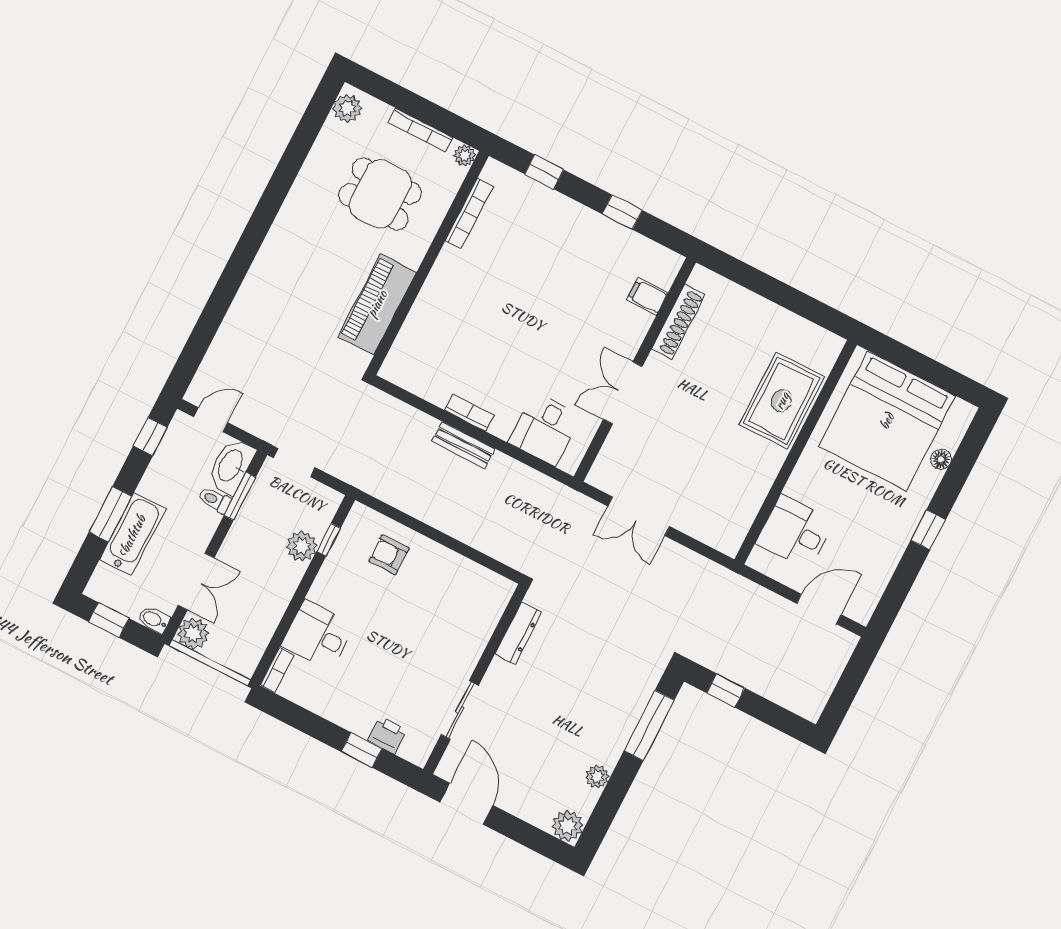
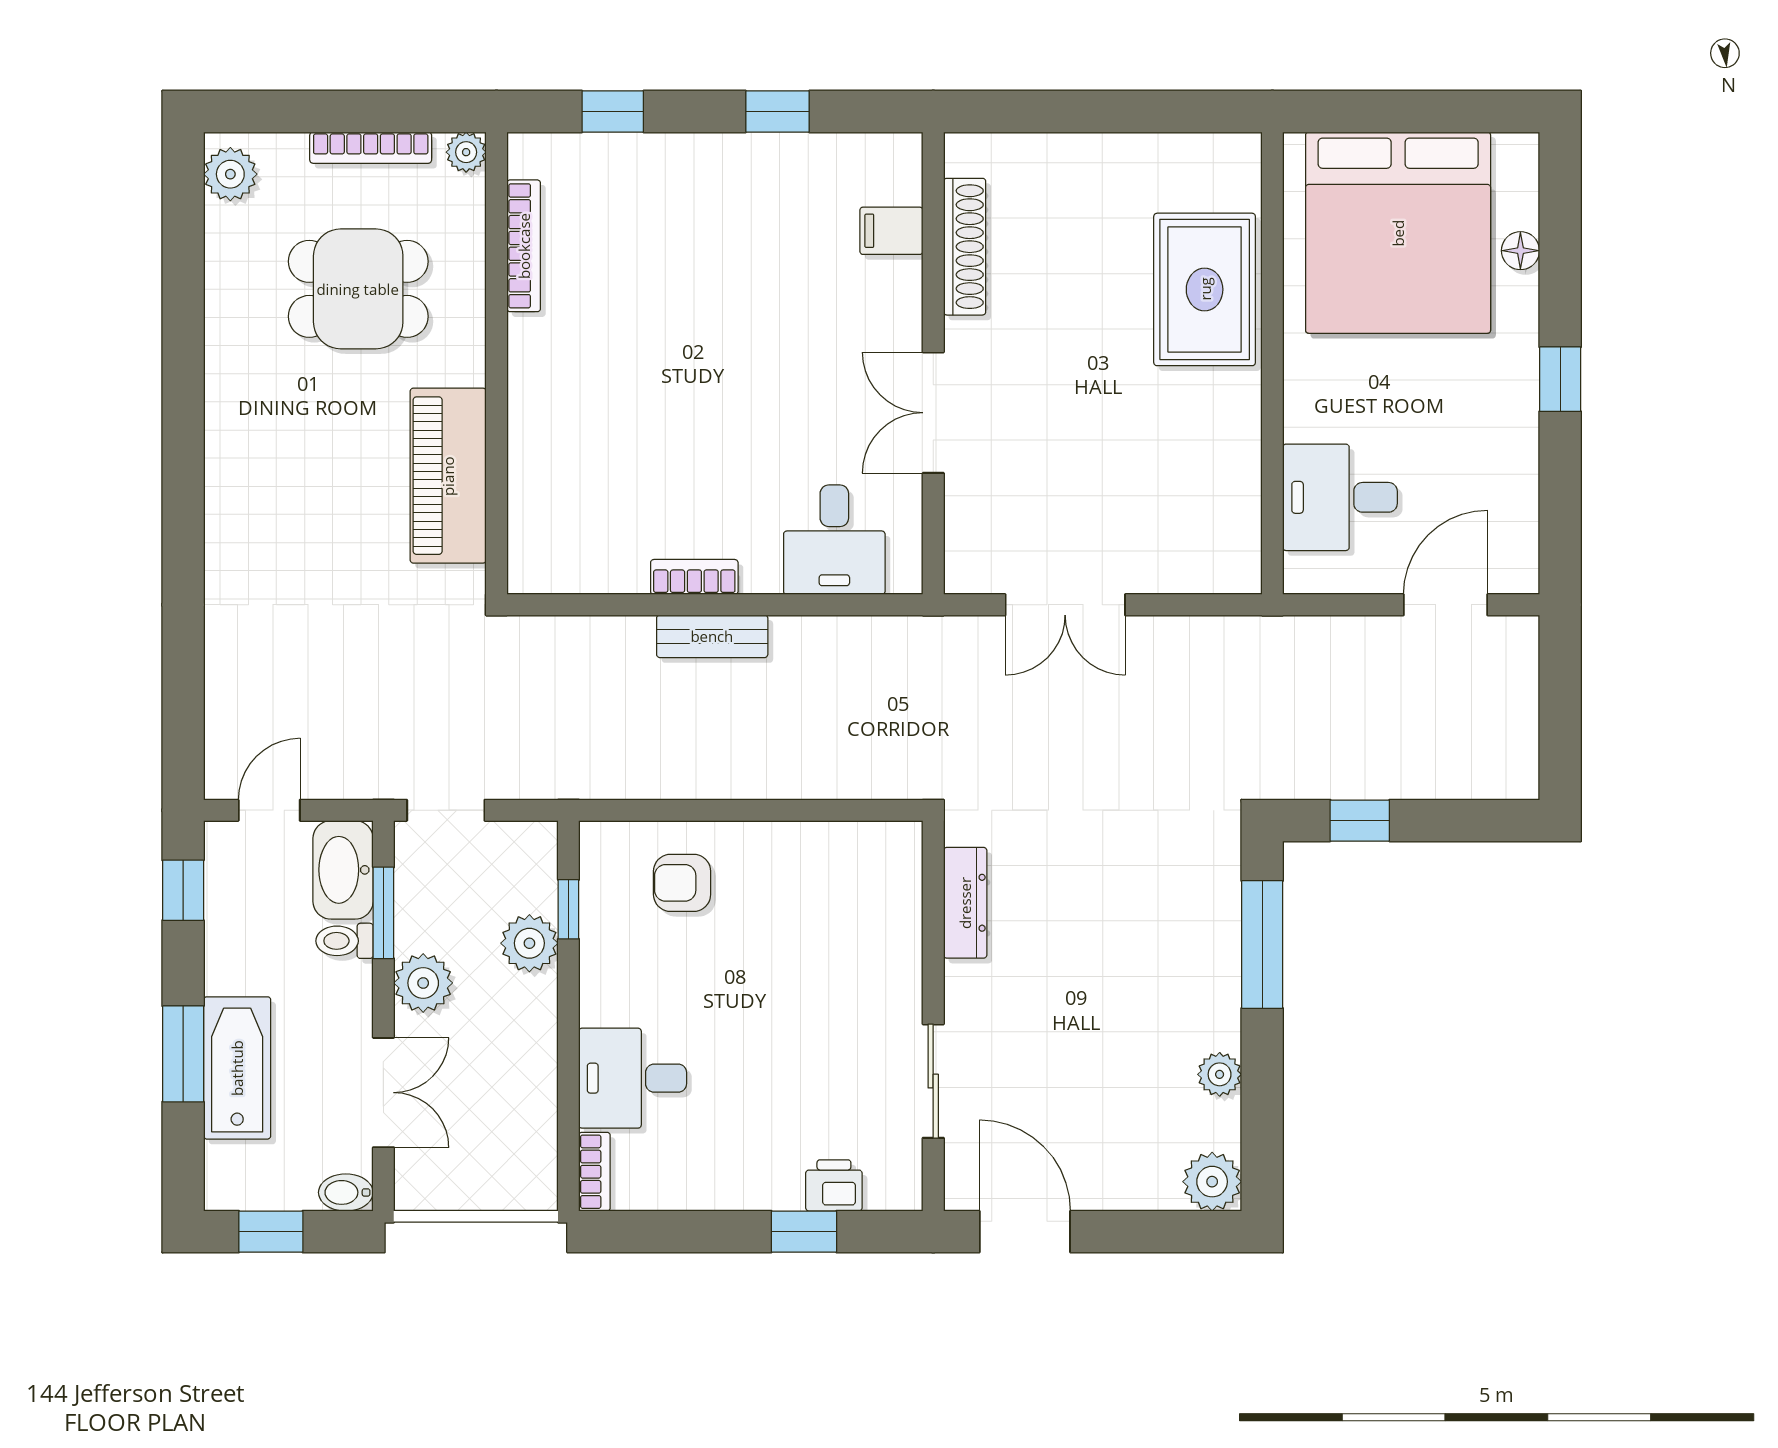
plant: (193, 633) -> (423, 983), moved

